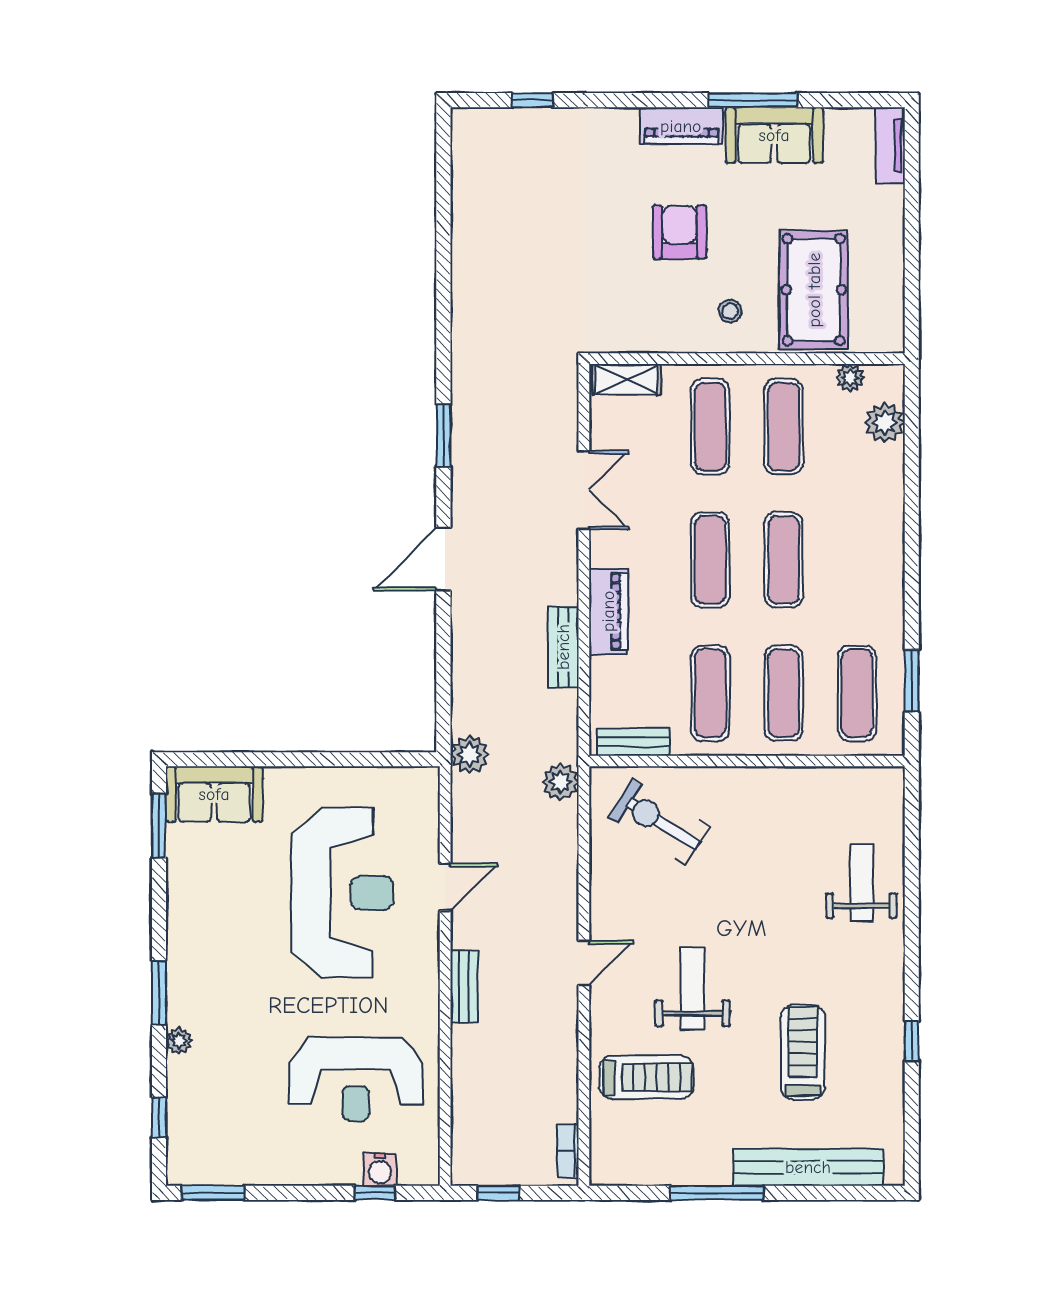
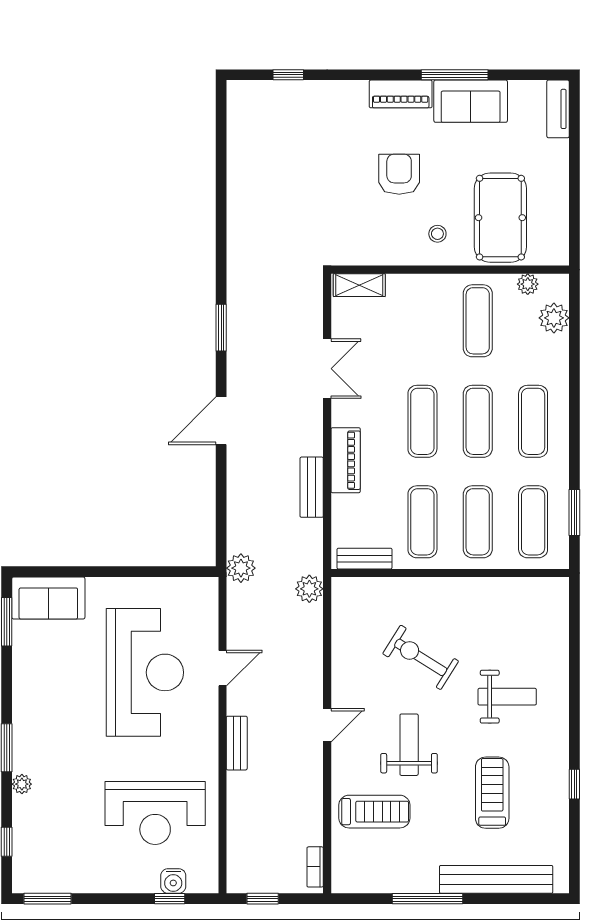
exercise mat: (710, 427) -> (533, 421), moved
exercise bike: (660, 822) -> (421, 657), moved
weight bench: (861, 883) -> (507, 697), moved, turned 90

